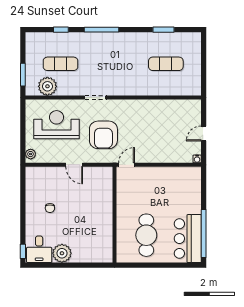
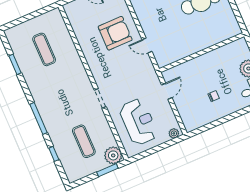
plant: (47, 86) -> (113, 155), moved
reception desk: (56, 125) -> (138, 122), turned 180
armchair: (103, 135) -> (115, 33), moved
wall: (114, 215) -> (202, 53), moved

